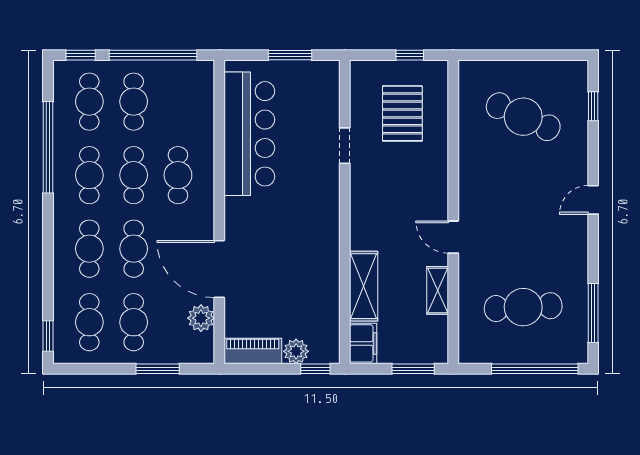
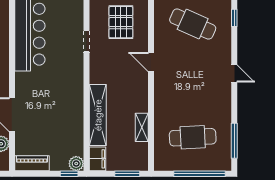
door: (593, 200) -> (234, 73), swing flipped
door: (453, 237) -> (151, 62), moved
shelving: (364, 286) -> (98, 115), width x1.47
plant: (296, 351) -> (76, 164), moved

